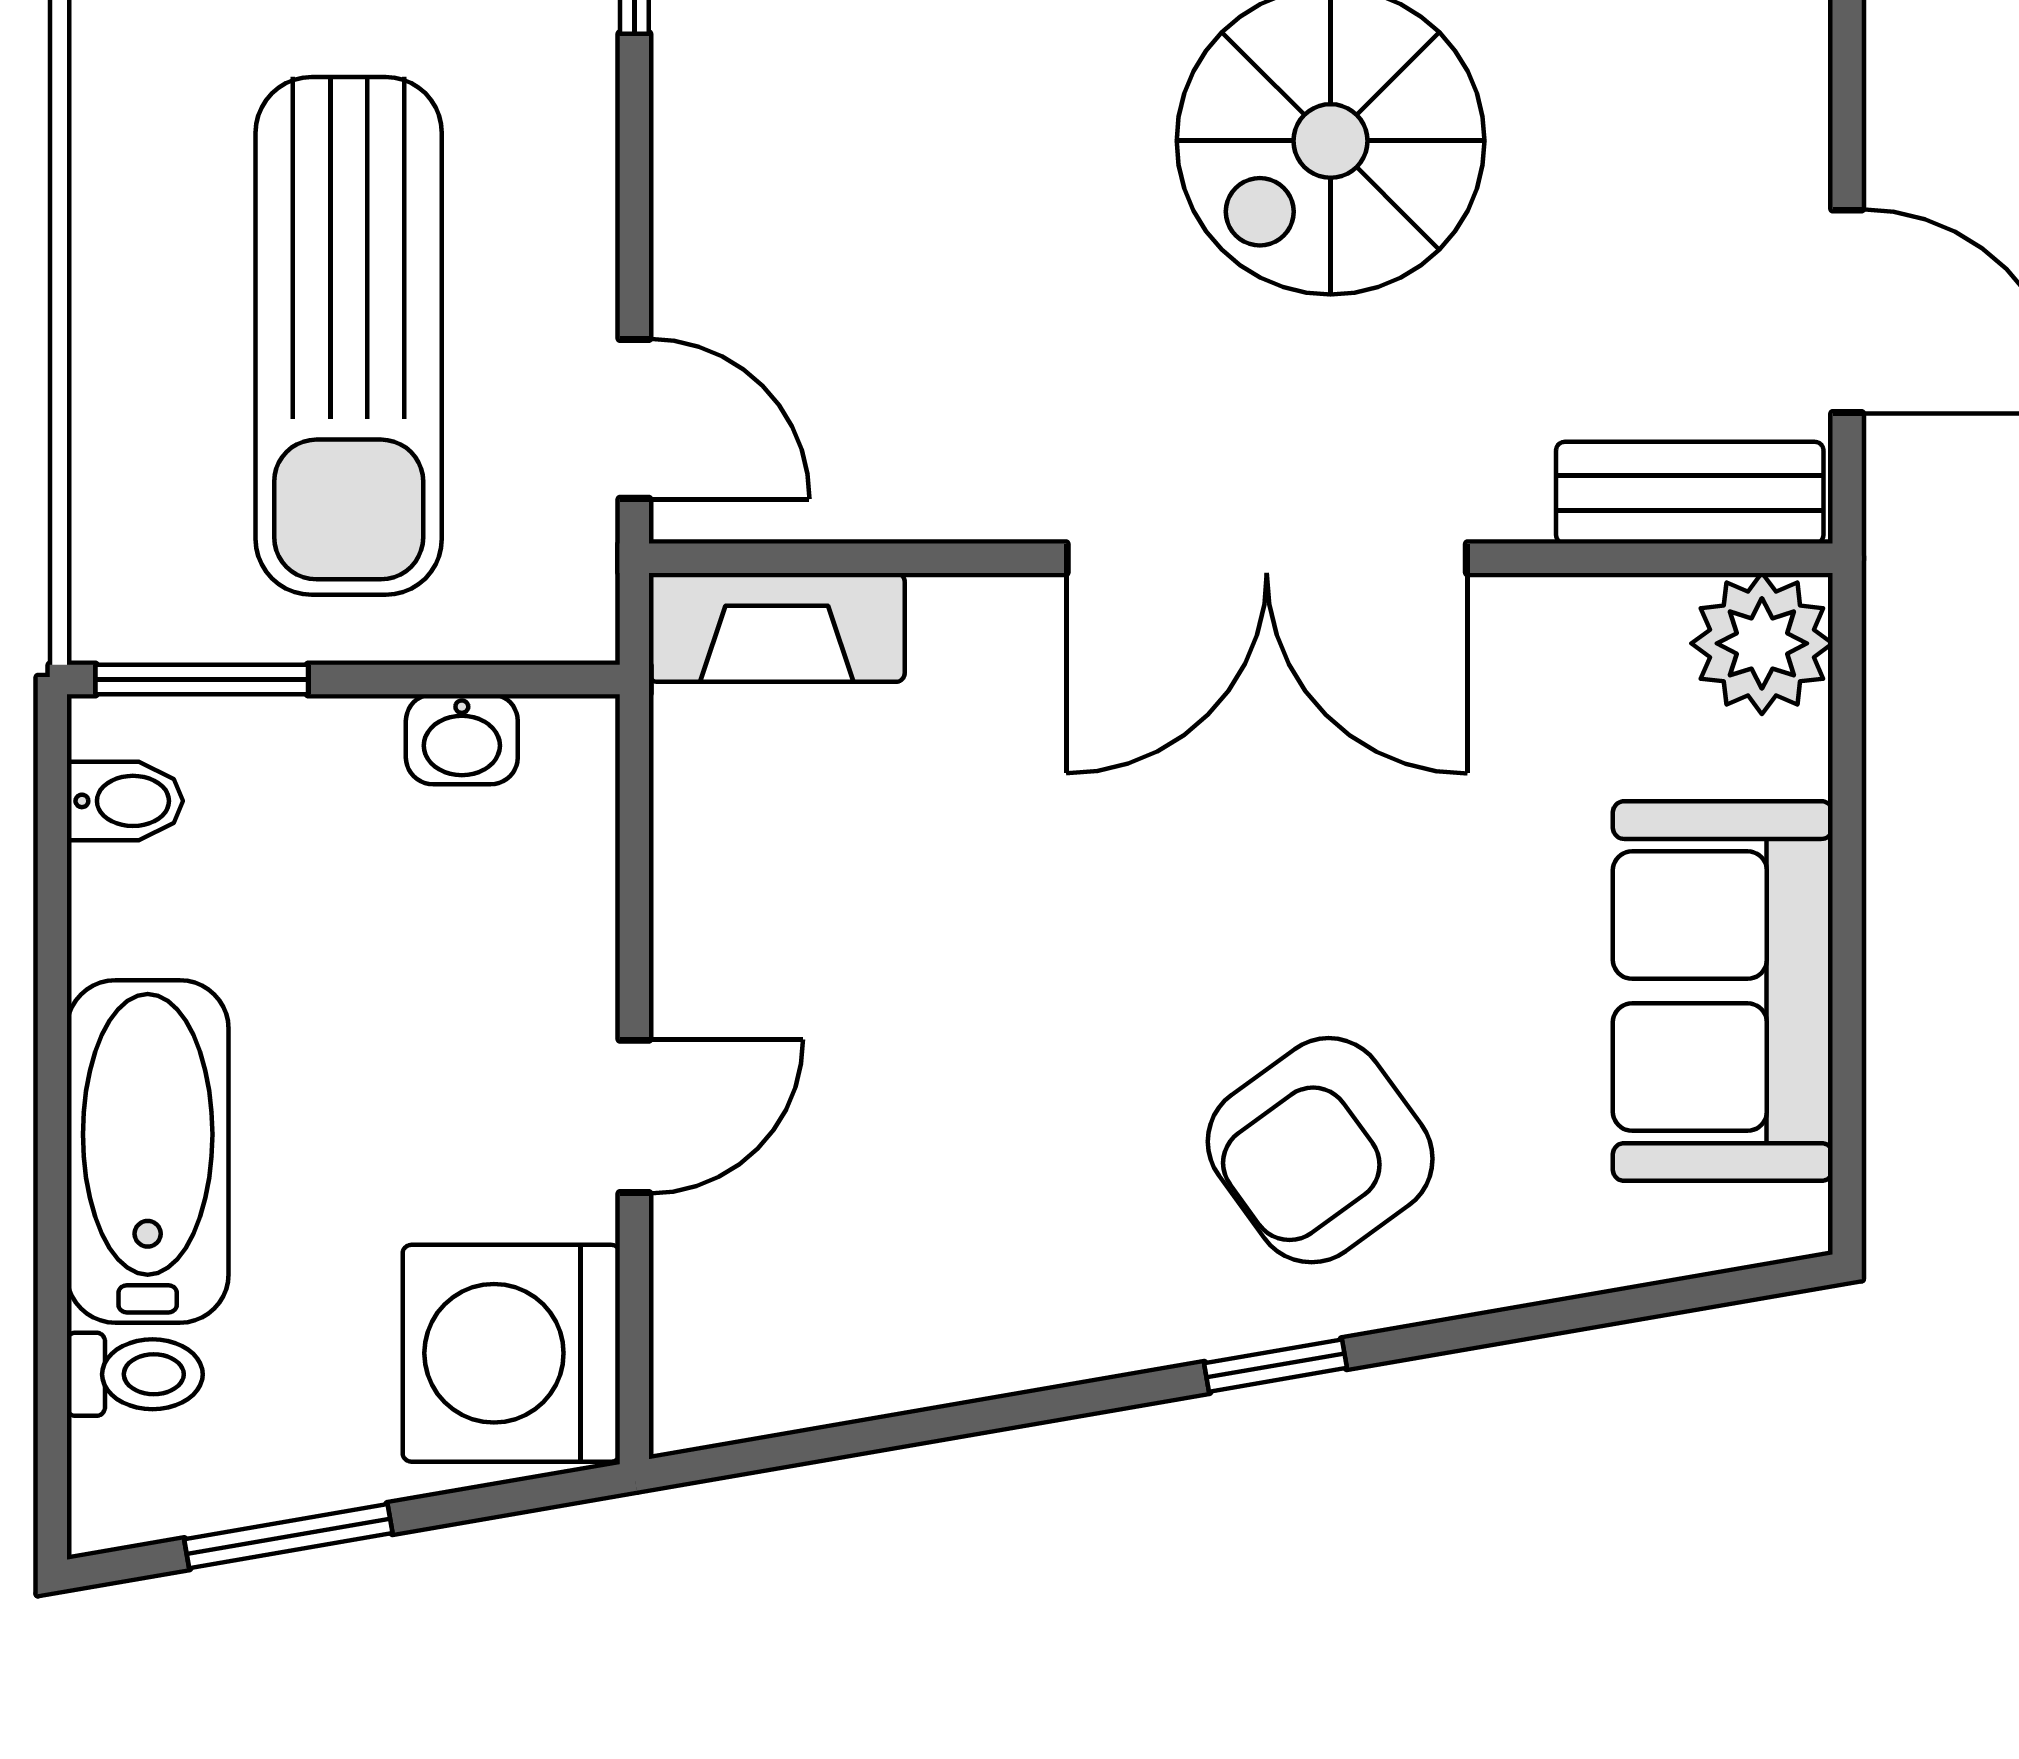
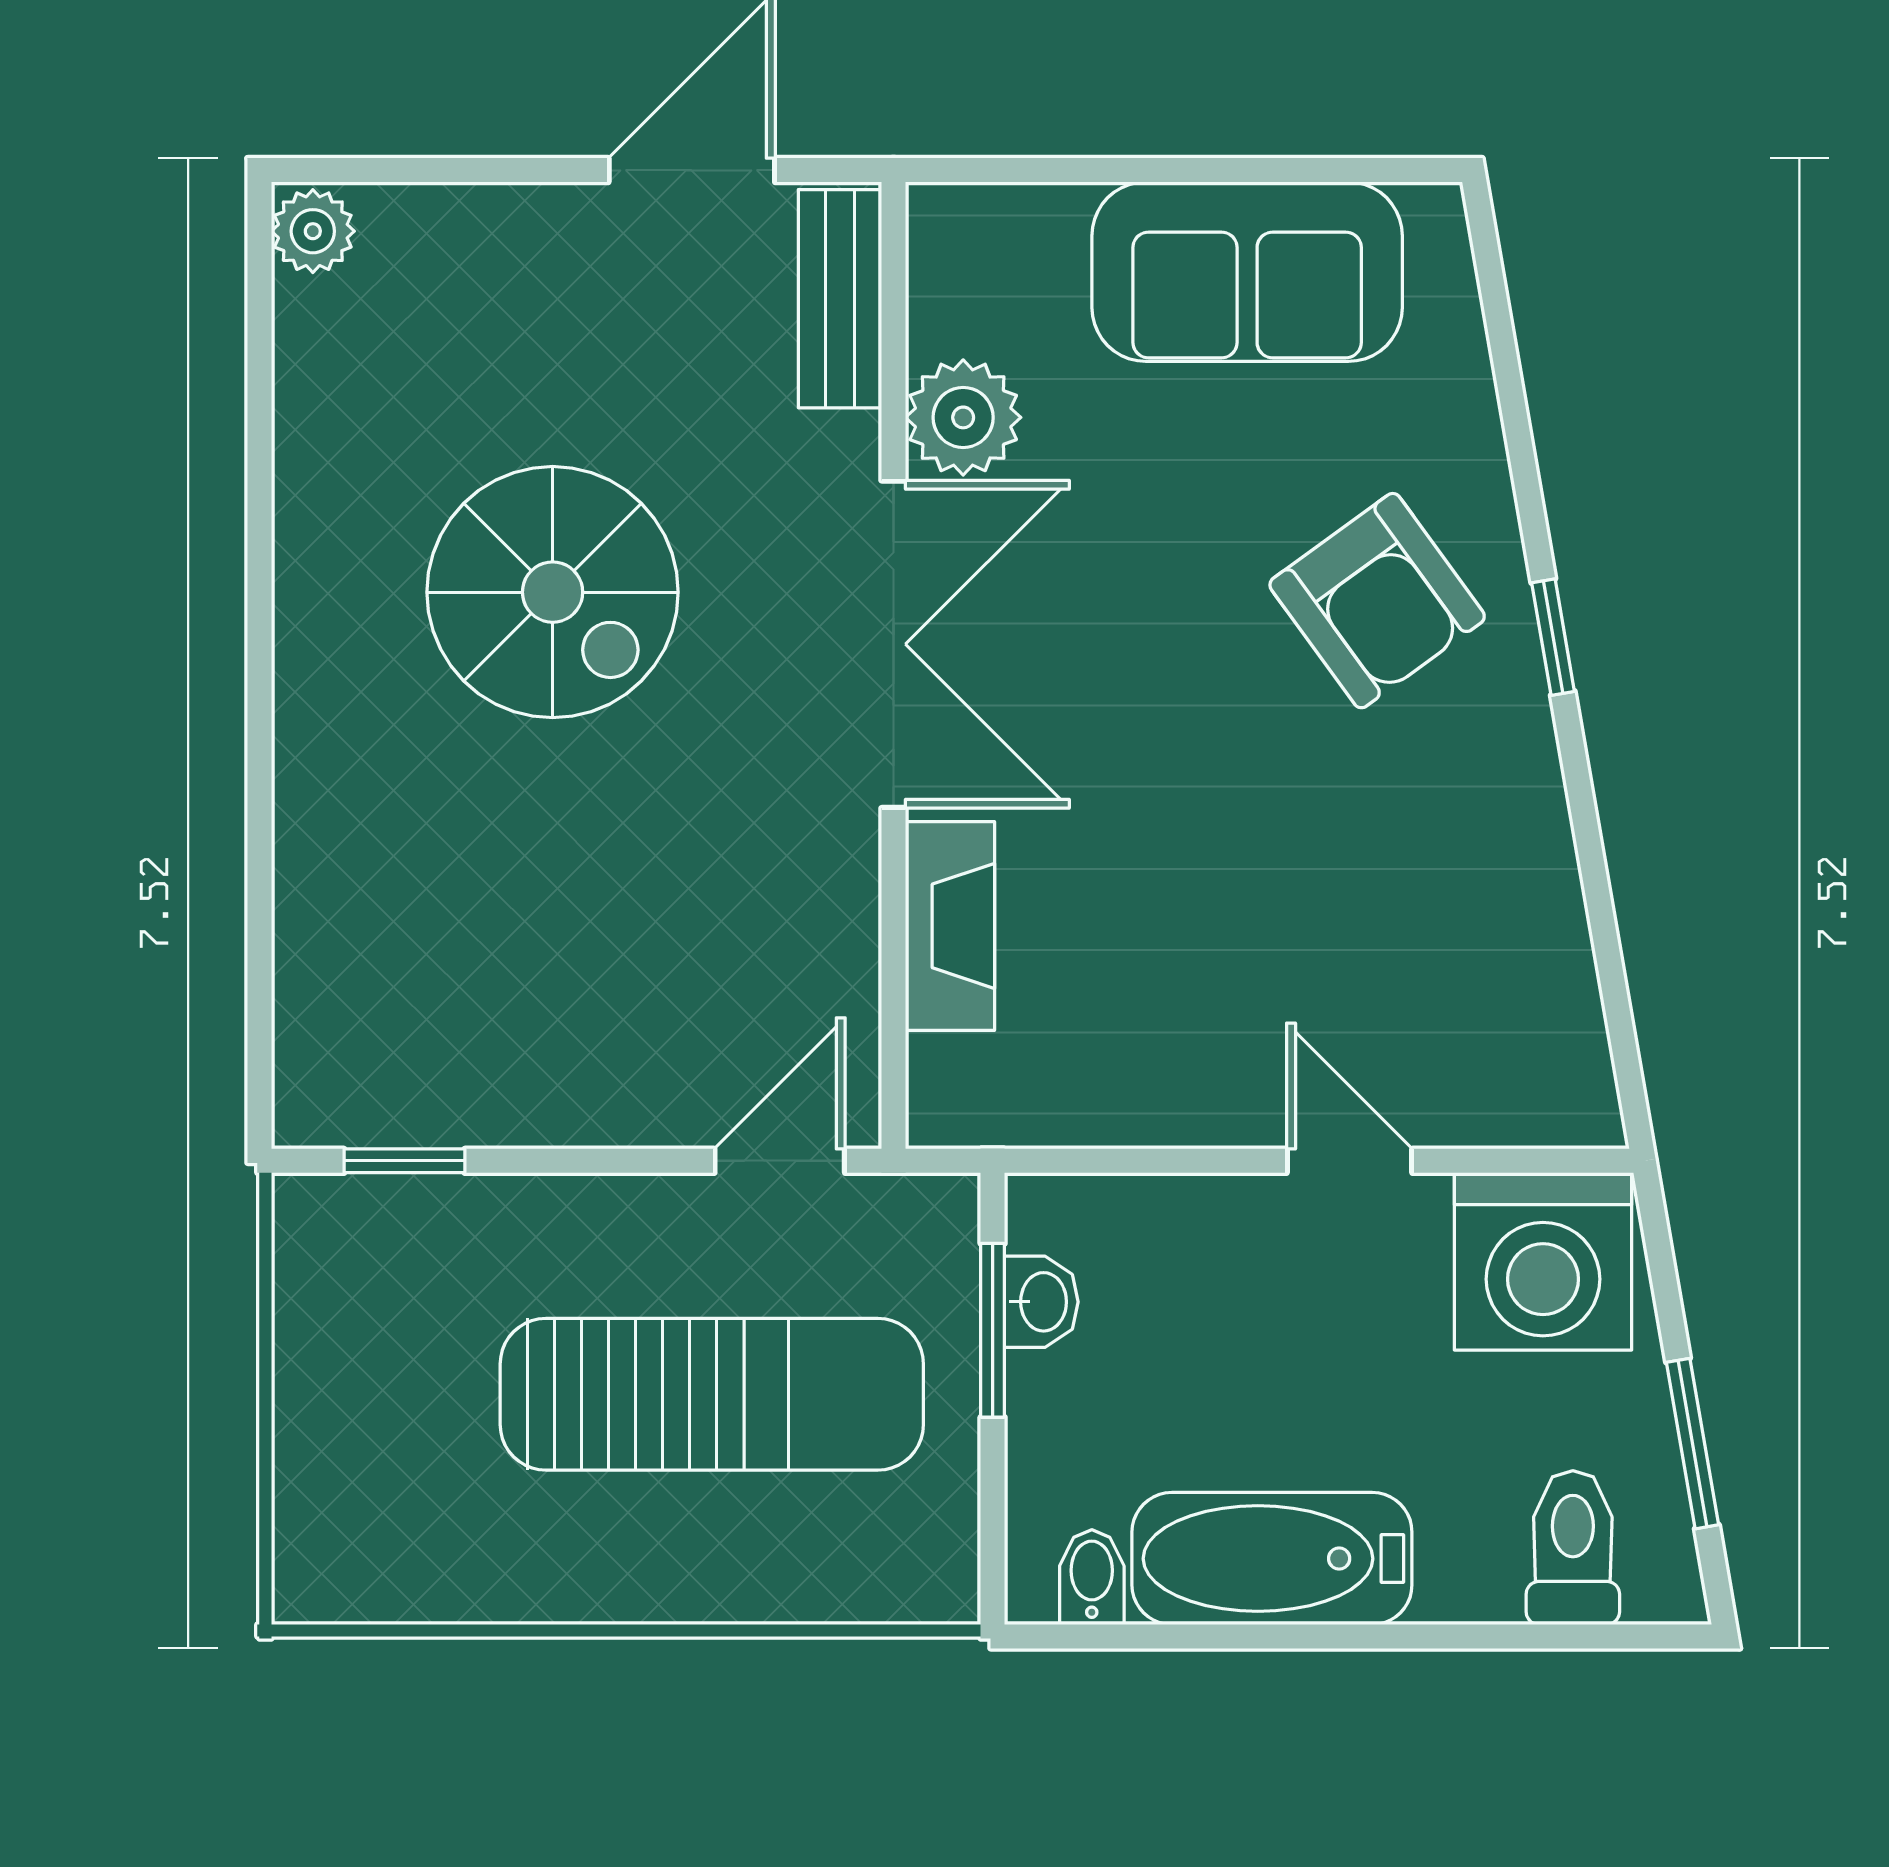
fireplace: (777, 627) -> (950, 926), moved
plant: (1762, 643) -> (963, 417), moved
window: (202, 680) -> (993, 1330), moved
bathtub: (148, 1151) -> (1272, 1559), moved
toilet: (135, 1374) -> (1573, 1548), width x1.37, depth x1.39

